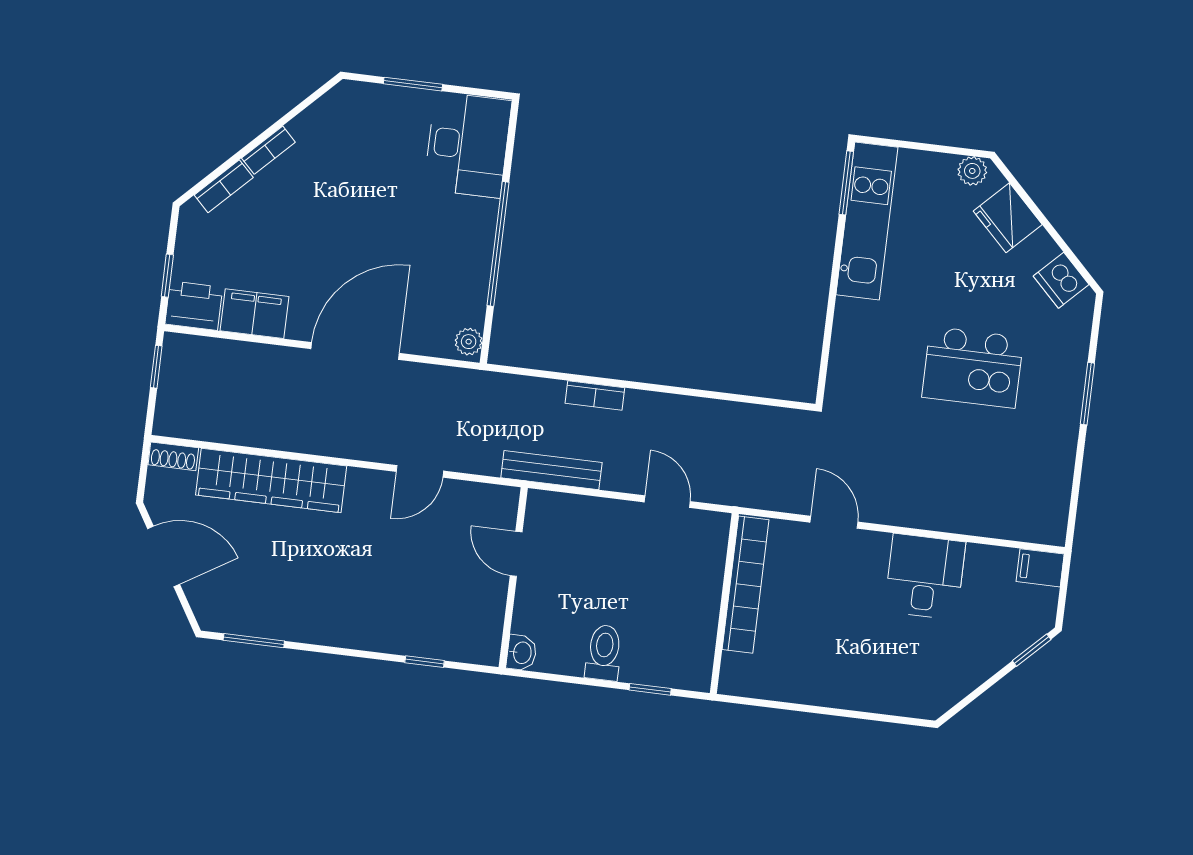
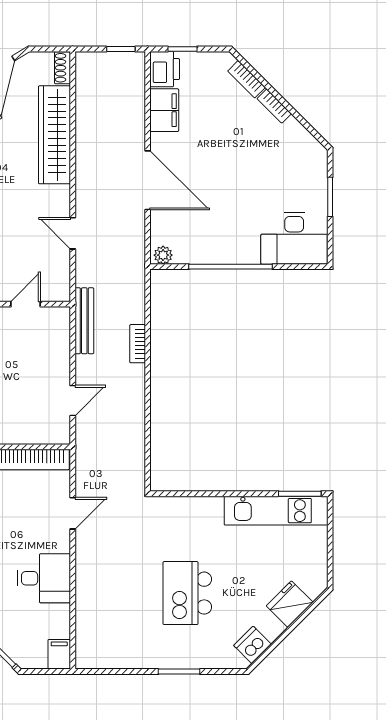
plant: (972, 171) -> (318, 577), removed

